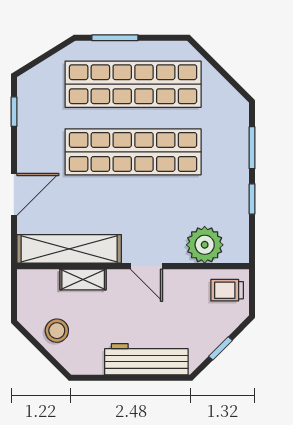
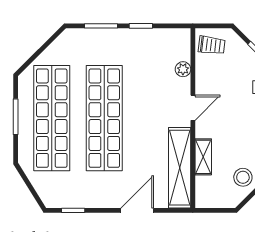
window: (115, 38) -> (16, 117), moved
door: (14, 194) -> (137, 210), hinge flipped
plant: (205, 245) -> (183, 69), width x0.53, depth x0.53
trolley: (227, 290) -> (212, 45), turned -83

